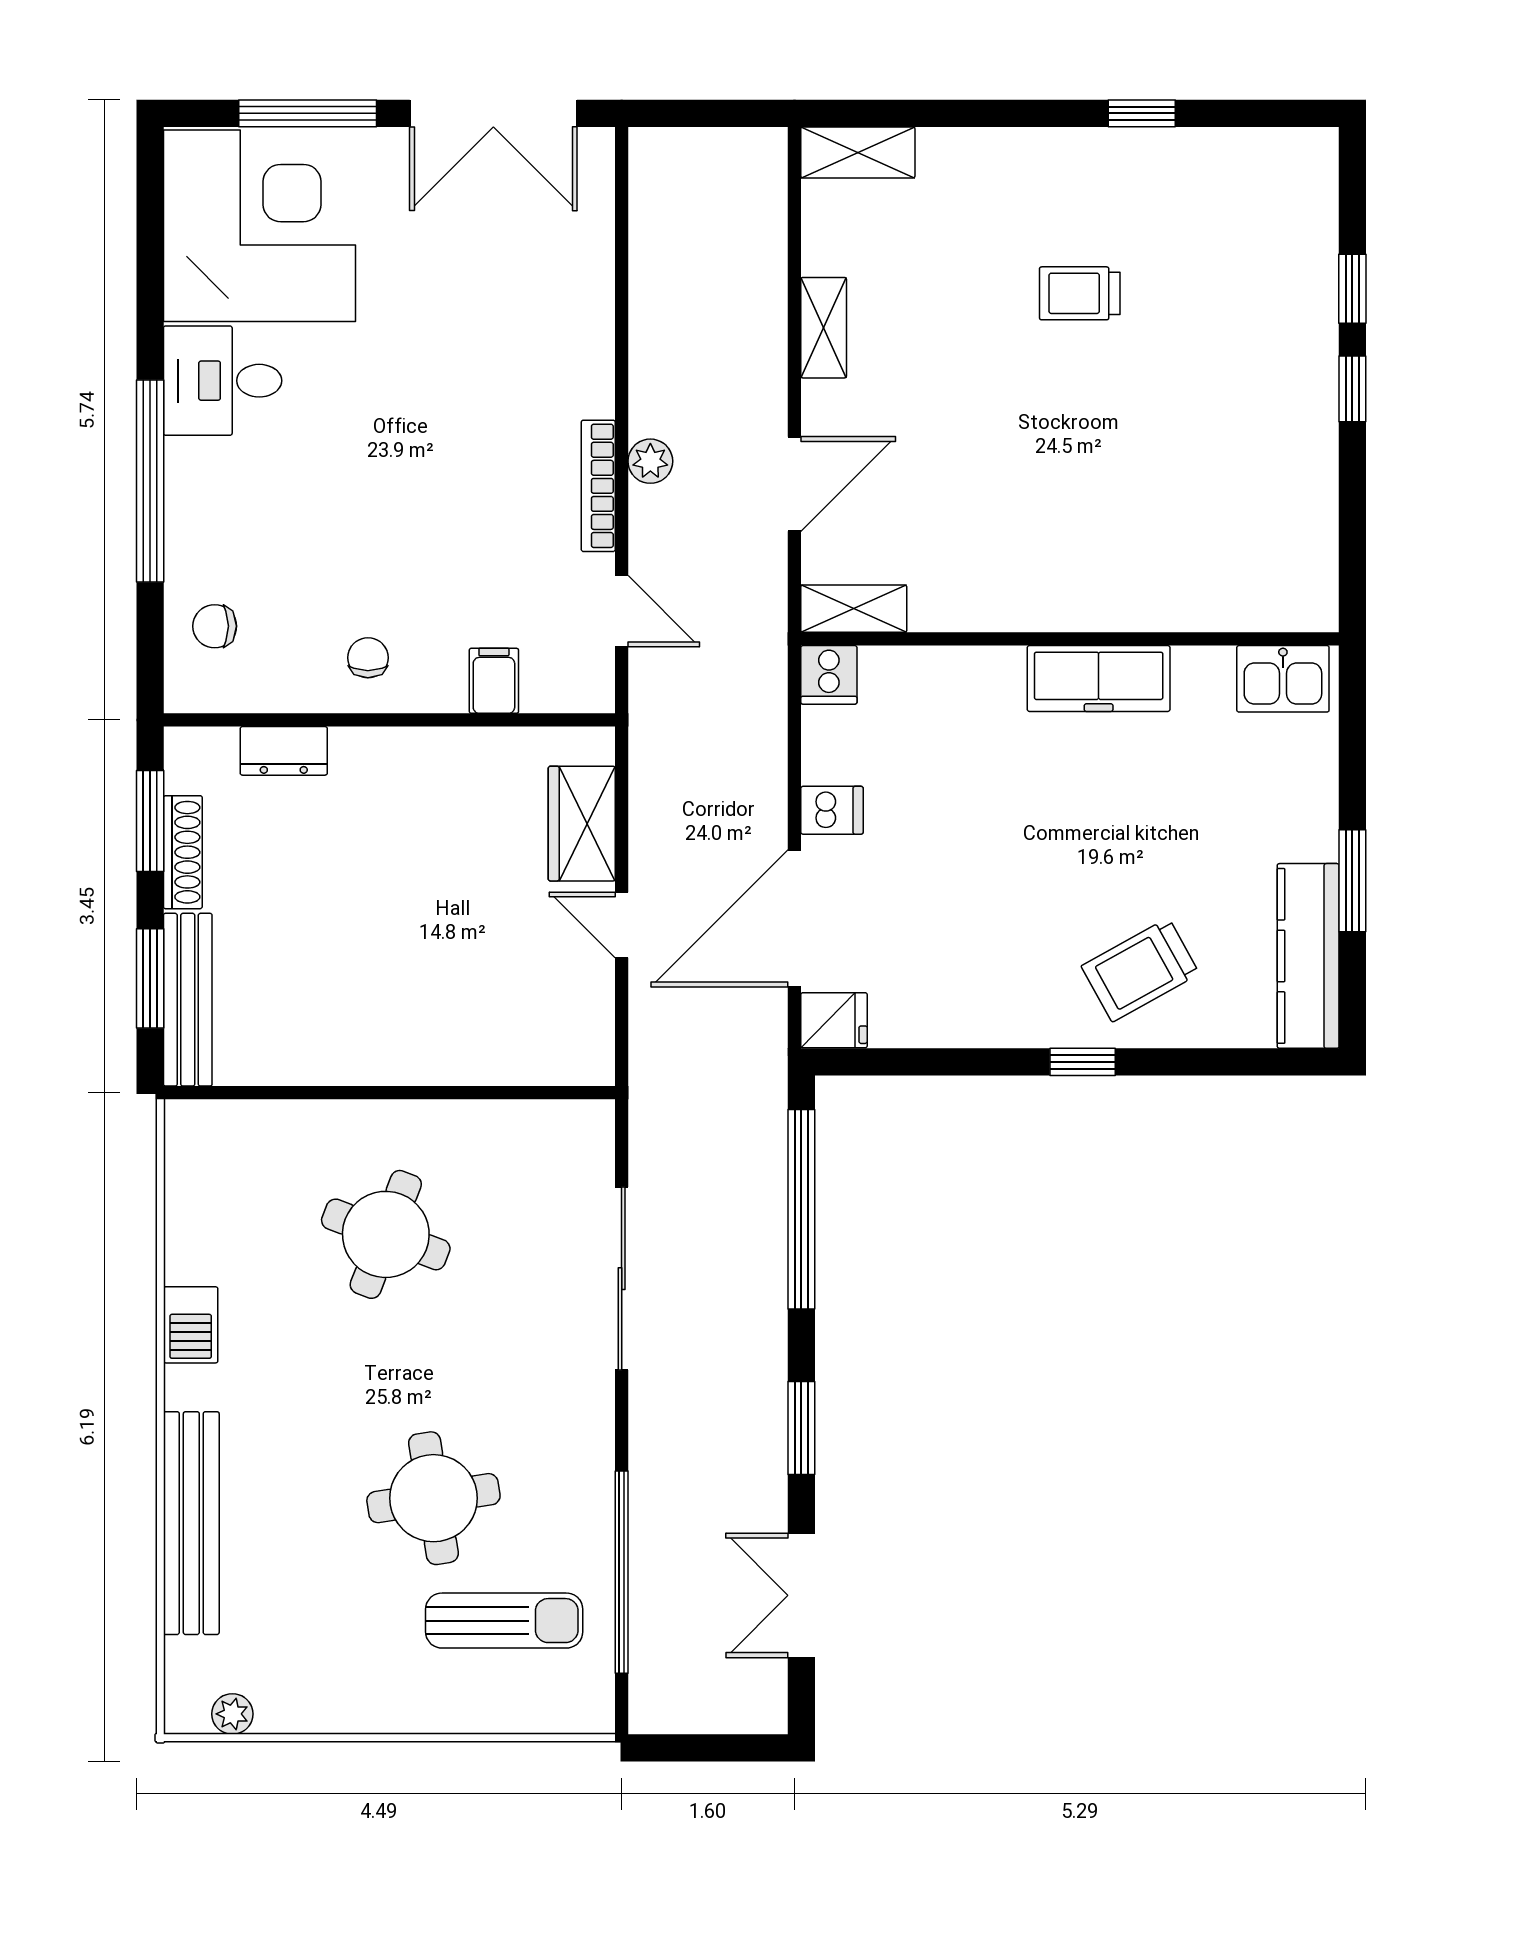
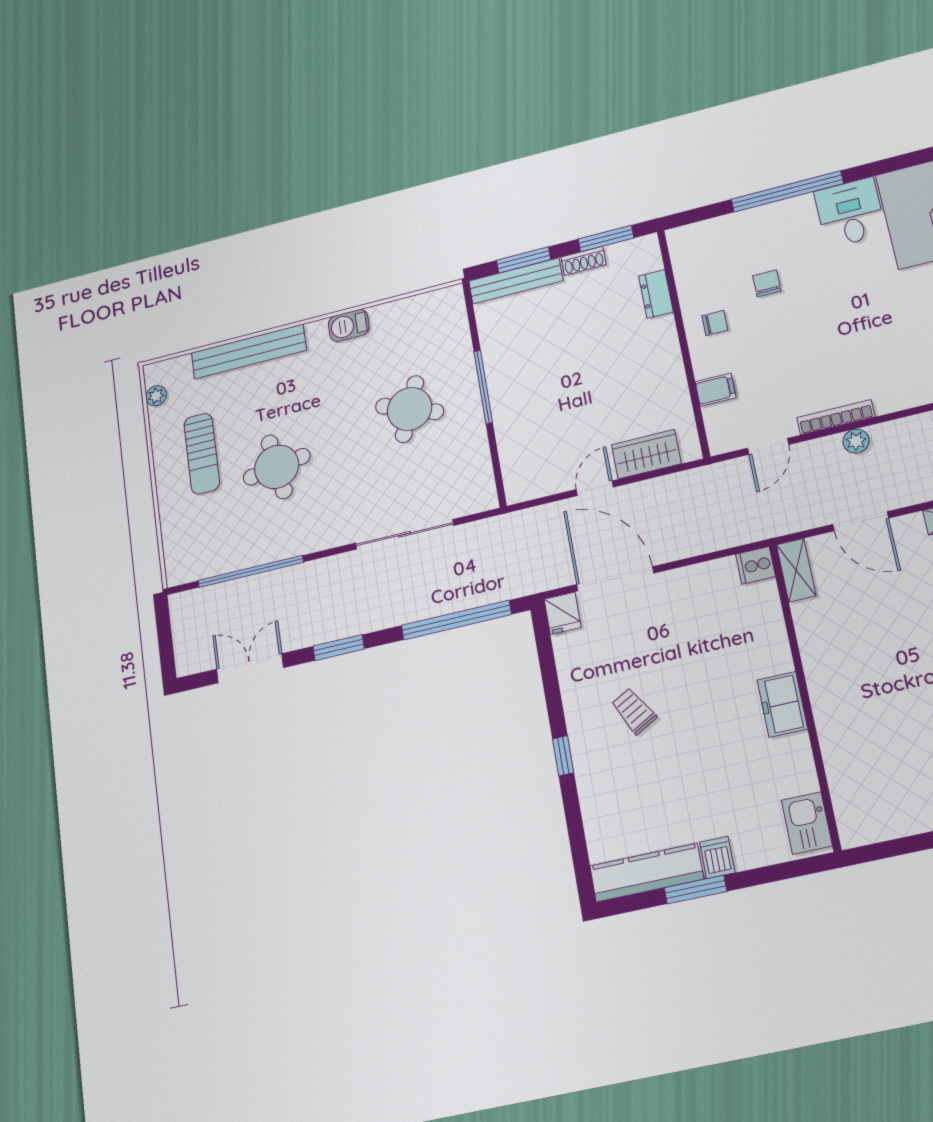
chair: (215, 626) -> (767, 283), moved
freezer: (1099, 678) -> (782, 704), width x0.71
dishwasher: (832, 810) -> (717, 857), moved, turned 180
shoe rack: (183, 852) -> (584, 261), width x0.70
trolley: (1140, 970) -> (634, 711), moved, width x0.73, depth x0.72
window: (379, 1093) -> (483, 387), added
sun lounger: (504, 1621) -> (202, 454), moved

